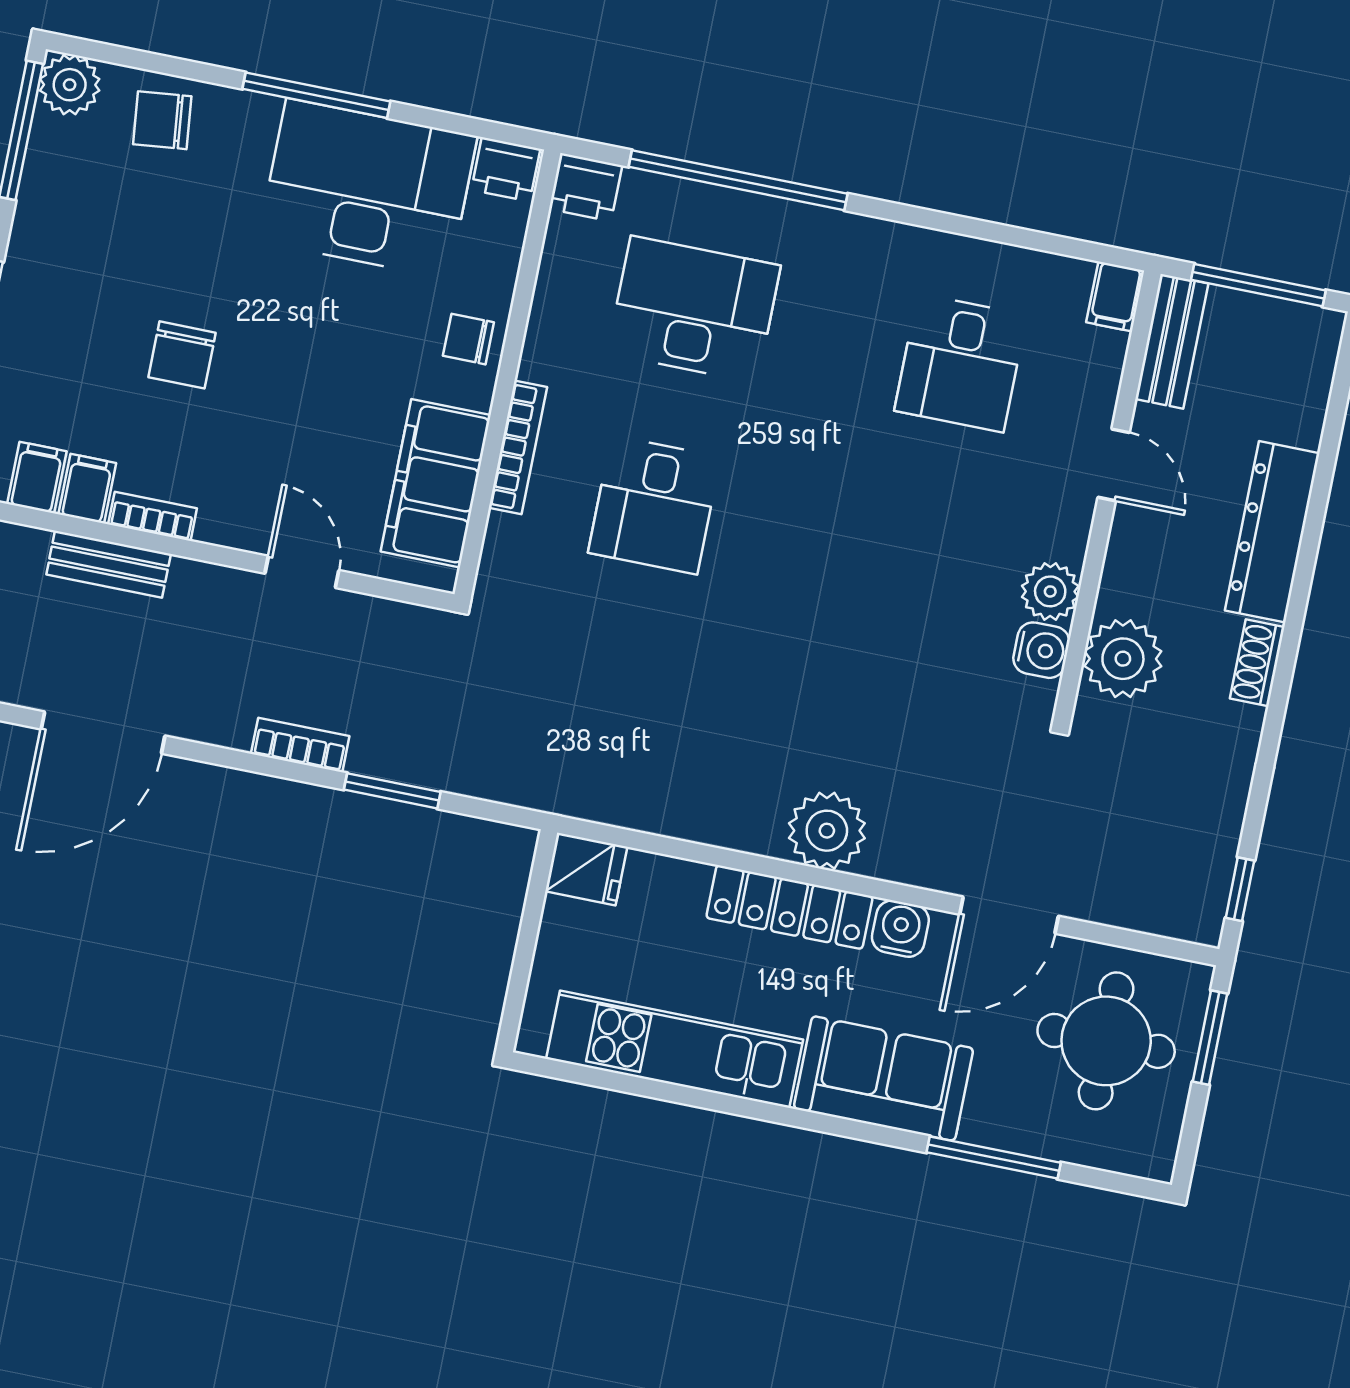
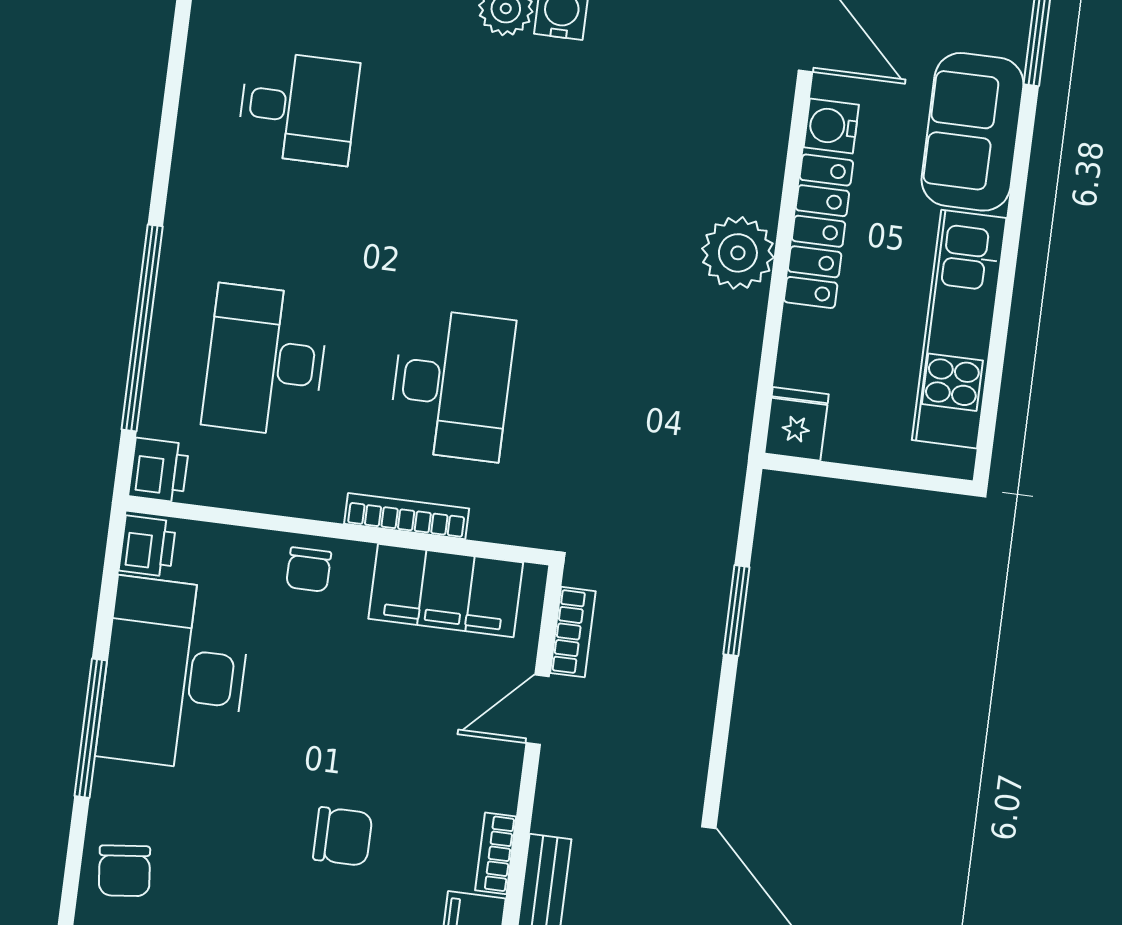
desk: (654, 505) -> (451, 385), width x1.37
bookcase: (300, 745) -> (573, 632), moved, turned 180
plant: (827, 831) -> (738, 253), moved

